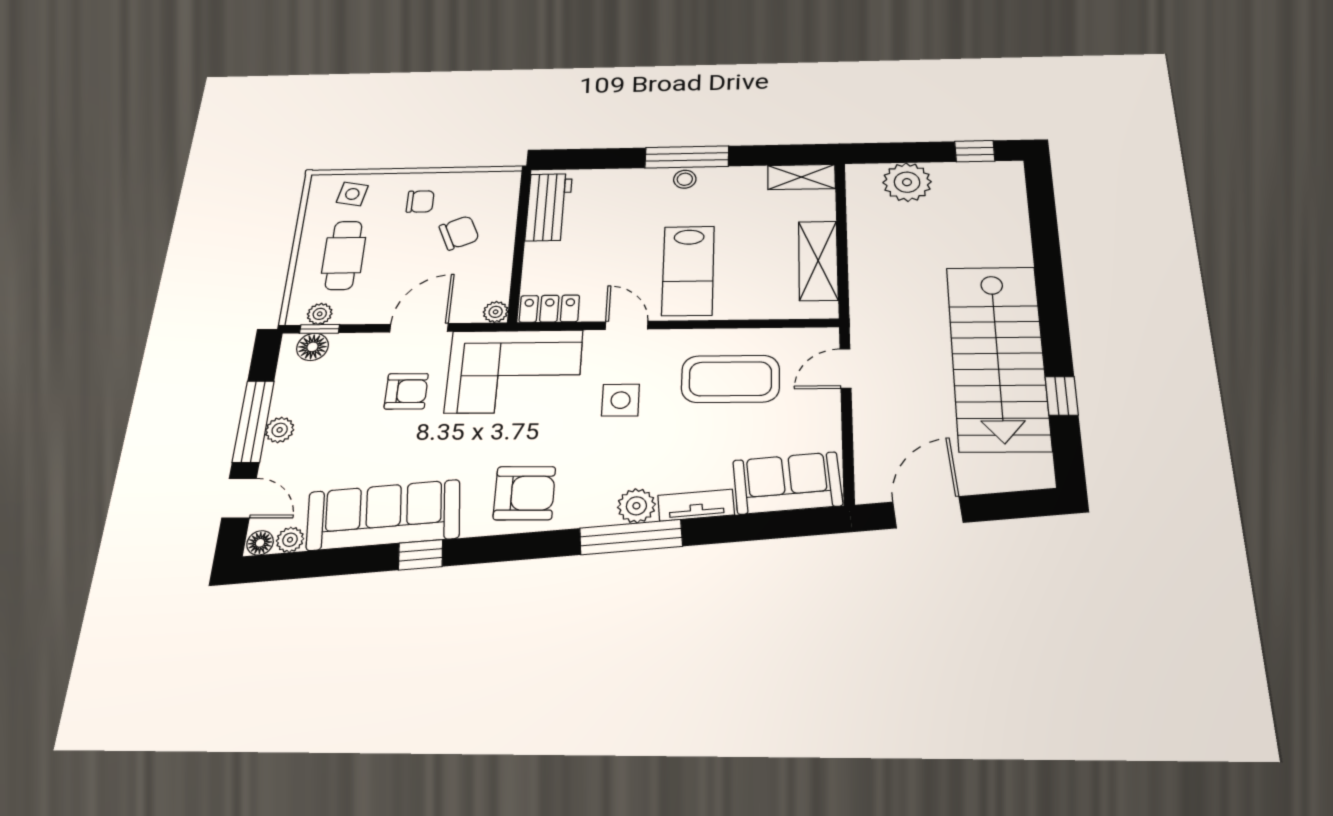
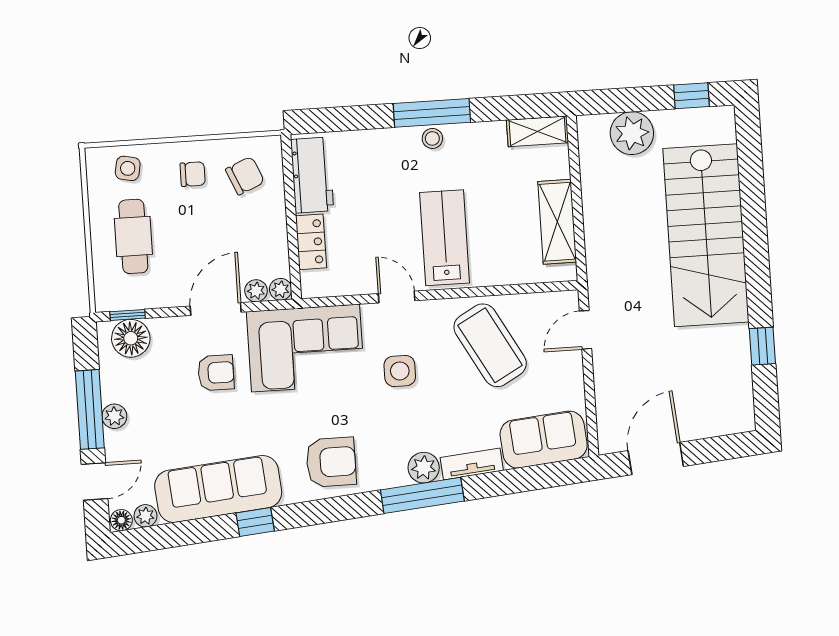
chair: (459, 233) -> (245, 176), moved
lab bench: (688, 271) -> (445, 238), turned 180
locker: (549, 309) -> (311, 242), moved, turned 90
plant: (320, 314) -> (256, 291), moved
floor lamp: (312, 347) -> (131, 338), width x1.38, depth x1.38
stairs: (998, 357) -> (706, 235), moved
coffee table: (730, 379) -> (490, 345), turned 61
door: (239, 498) -> (94, 481), hinge flipped

